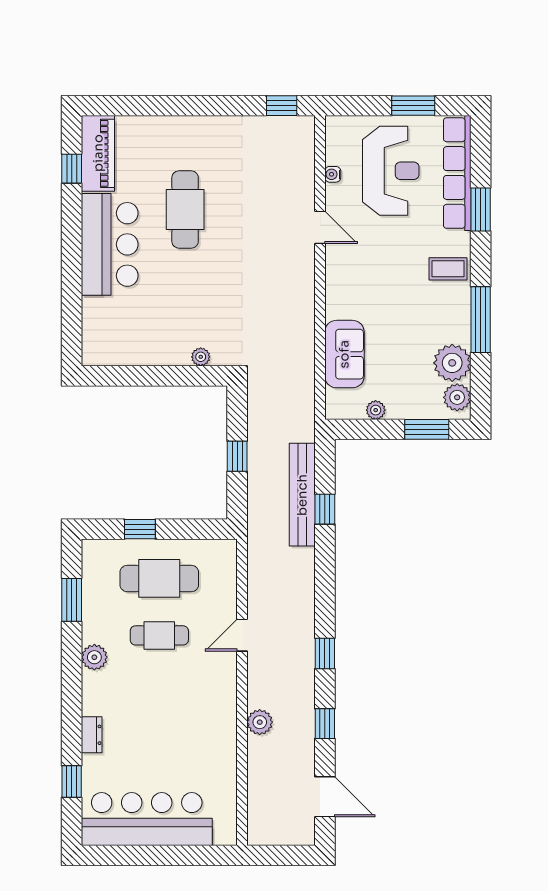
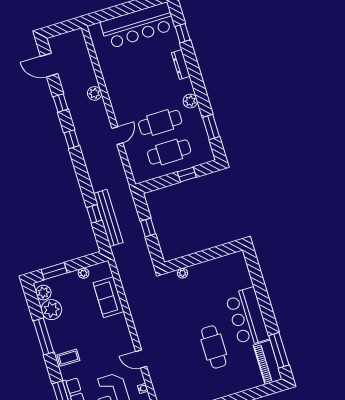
window: (72, 169) -> (279, 350), width x2.17
cafe table: (159, 635) -> (160, 123), width x1.37, depth x1.35
dresser: (92, 735) -> (181, 65), width x1.44

